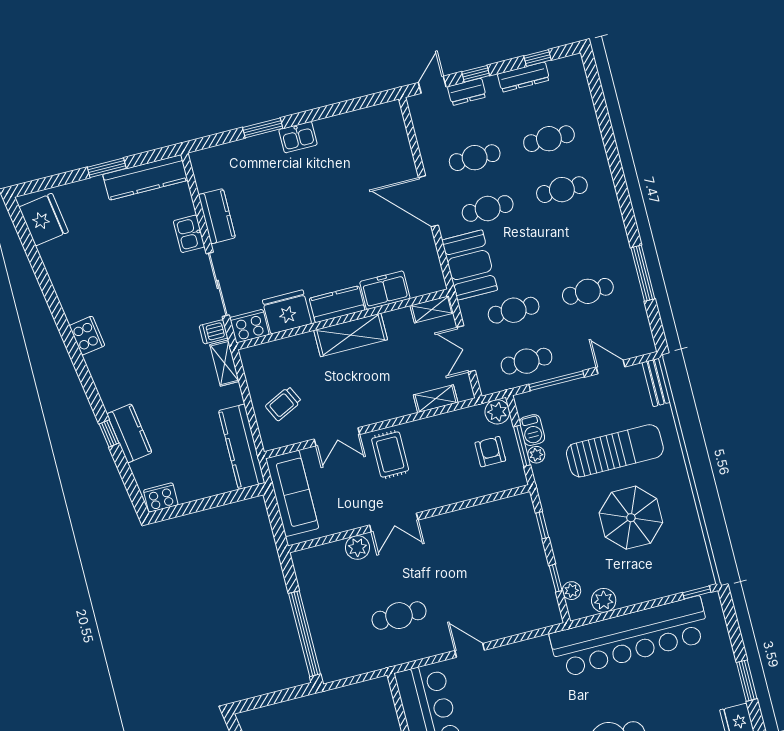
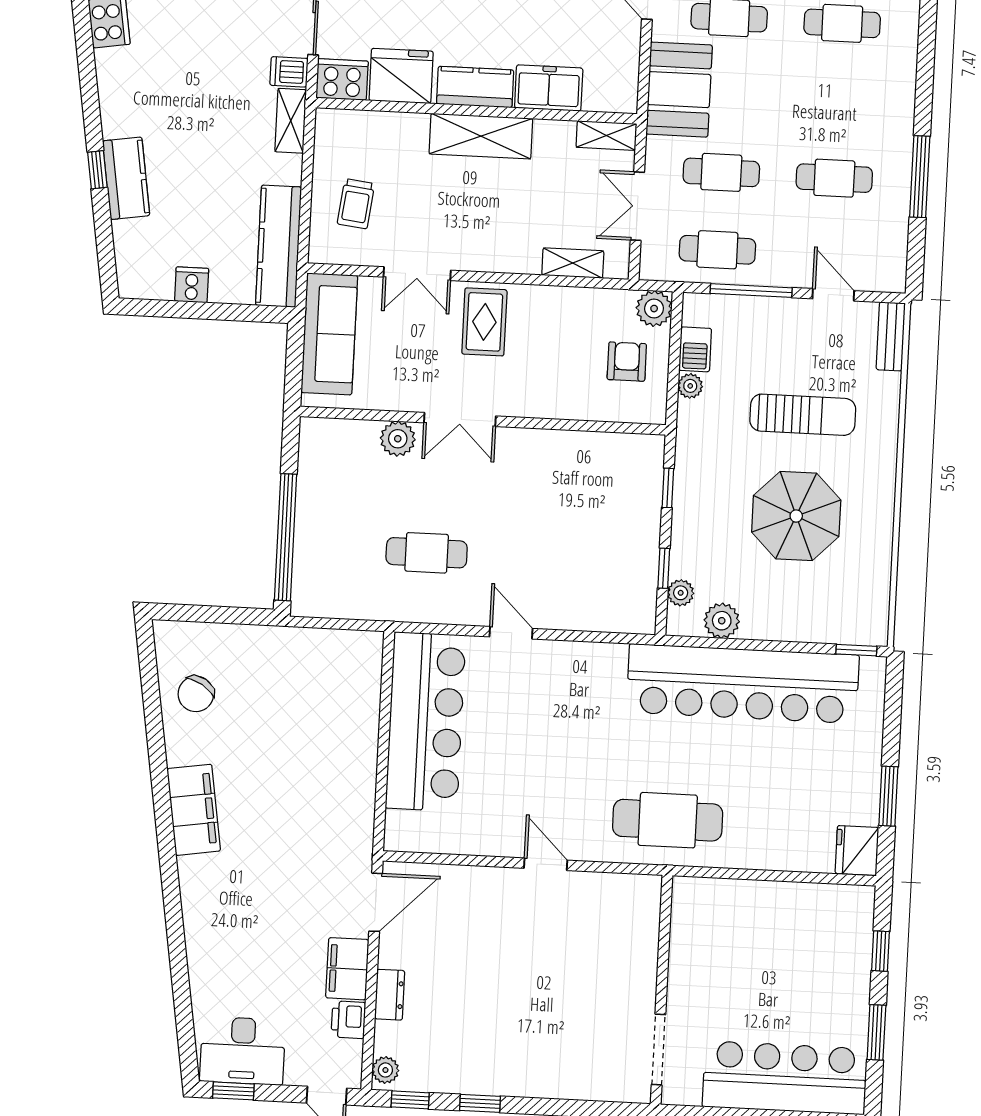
trolley: (283, 404) -> (356, 204), turned -57
window: (522, 446) -> (674, 367), removed
sun lounger: (615, 451) -> (803, 415), width x0.73, depth x0.75
cooker: (161, 497) -> (192, 285), moved, width x0.73

